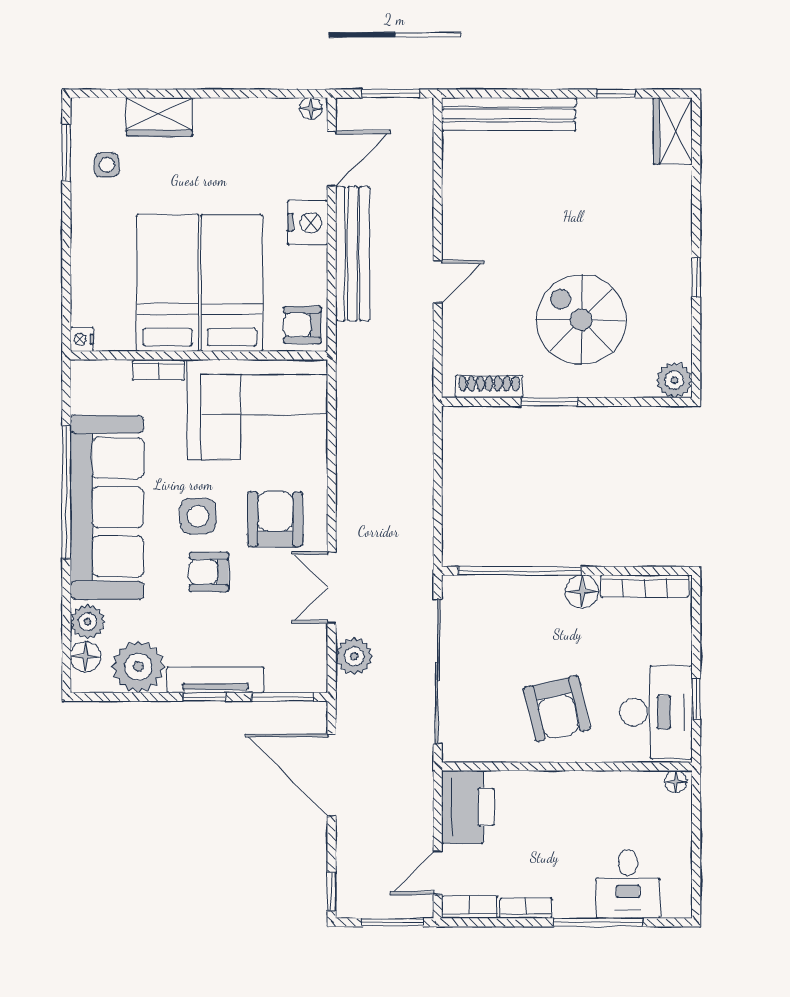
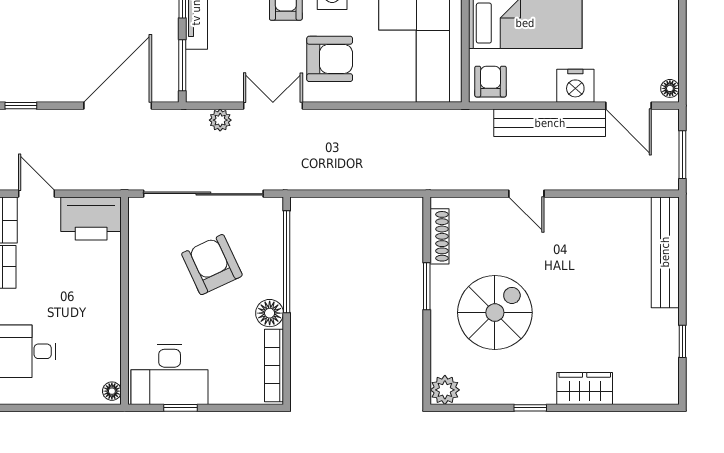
wardrobe: (673, 131) -> (585, 388), moved
plant: (354, 656) -> (220, 120), width x0.73, depth x0.73
armchair: (557, 709) -> (212, 265), moved, turned 78

